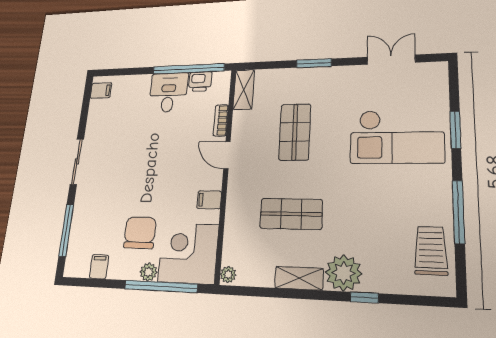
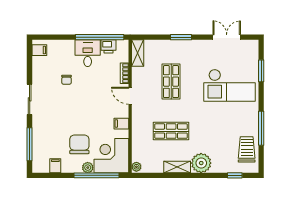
window: (455, 130) -> (261, 71), moved
chair: (133, 132) -> (66, 80), added
window: (364, 298) -> (235, 175), moved

